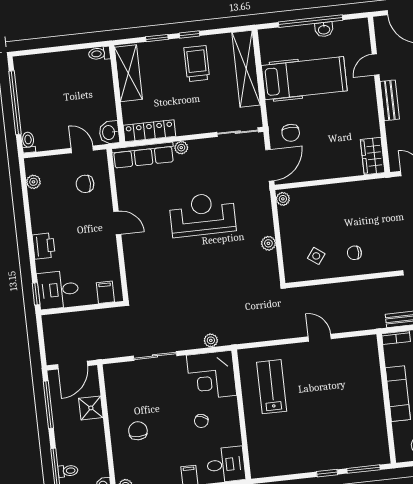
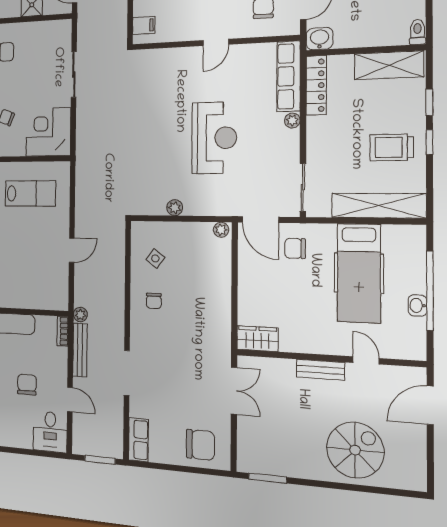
trolley: (197, 64) -> (392, 147), turned 180
chair: (354, 253) -> (154, 301), turned 180
plant: (211, 340) -> (80, 314), moved

